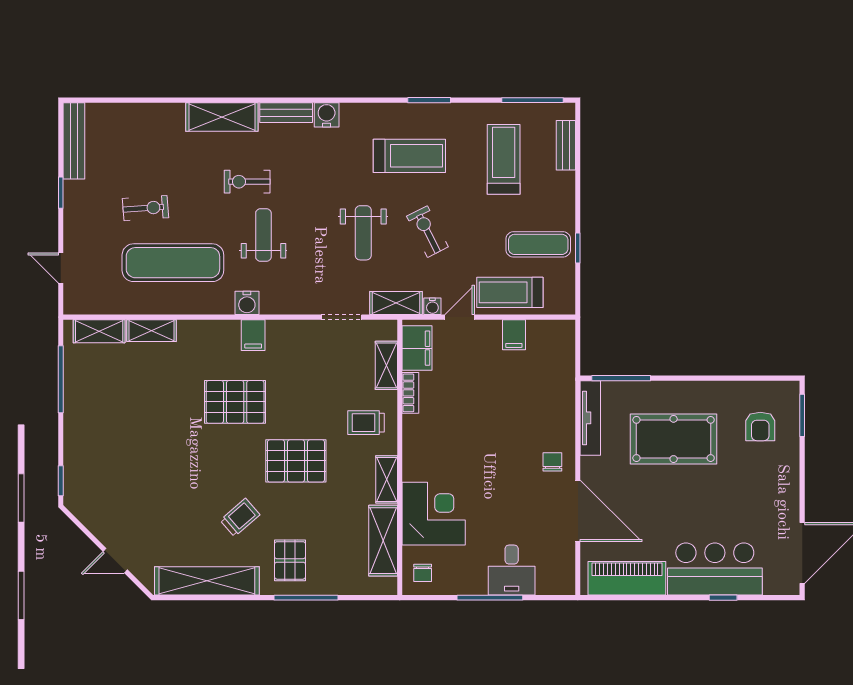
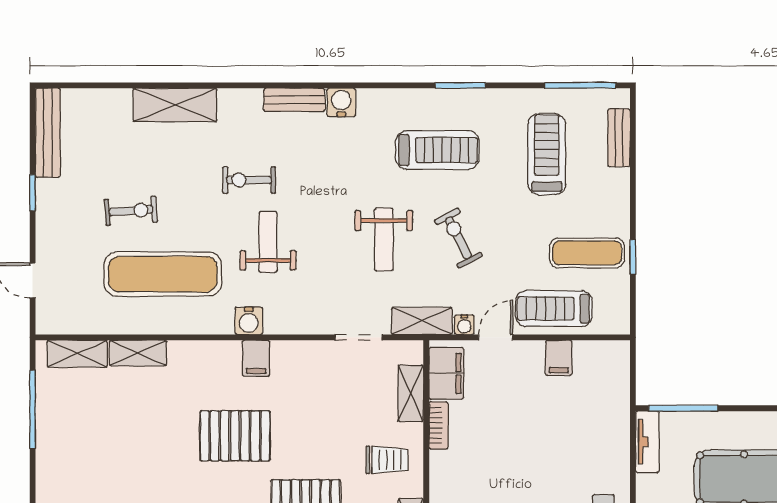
shelving: (222, 117) -> (175, 105), moved
tv unit: (590, 418) -> (647, 442), width x0.71
trolley: (366, 423) -> (387, 460), turned 180

